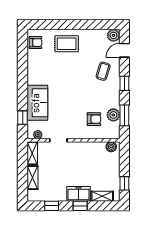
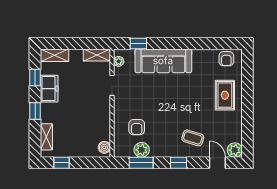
sofa: (37, 103) -> (163, 61), width x1.36
shelving: (32, 178) -> (54, 55), moved
freezer: (78, 194) -> (49, 89), moved

